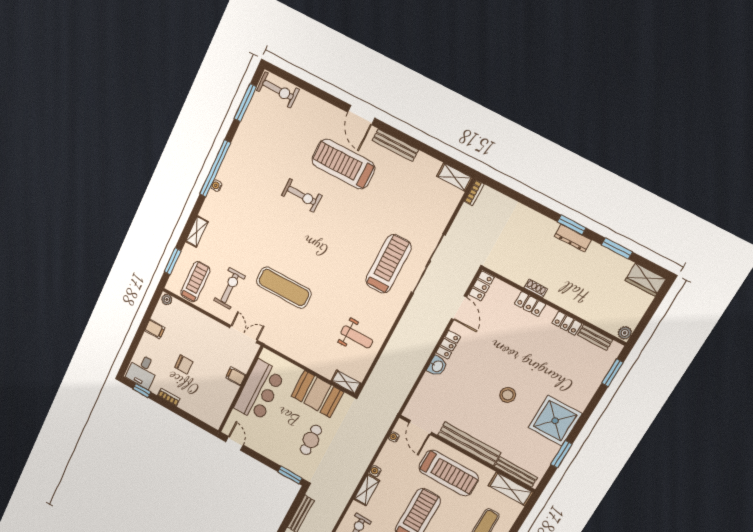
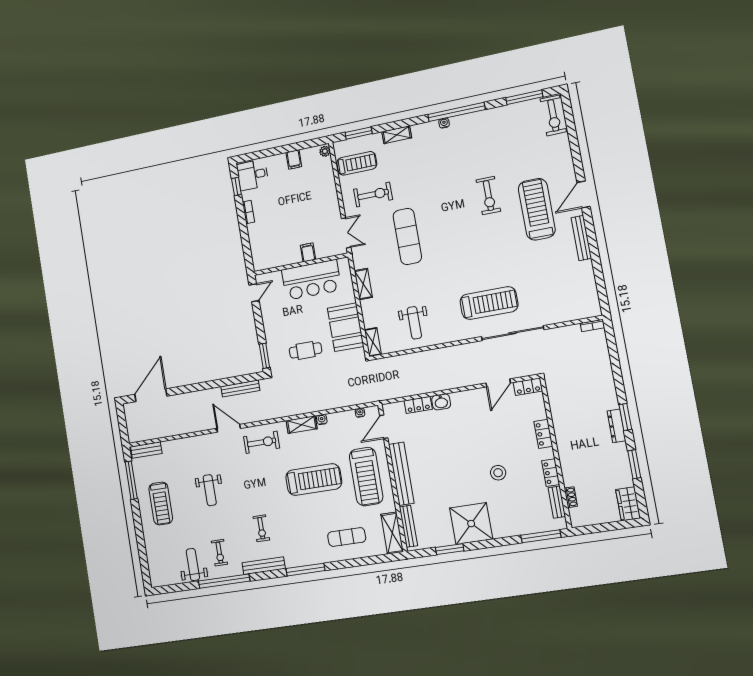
shelving: (454, 177) -> (363, 284), moved
shoe rack: (536, 288) -> (571, 497), moved
plant: (625, 333) -> (577, 521), removed
locker: (448, 345) -> (418, 405), moved
chair: (184, 364) -> (284, 204), removed
window: (612, 373) -> (541, 536), width x1.44
stool: (508, 395) -> (498, 473), moved

